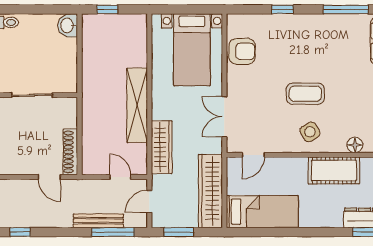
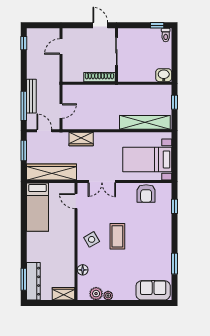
window: (283, 9) -> (174, 206), moved
window: (346, 9) -> (174, 264), width x0.69
shelving: (137, 105) -> (145, 122), moved
double door: (224, 117) -> (102, 181), swing flipped
wardrobe: (162, 147) -> (81, 139), width x0.67
shoe rack: (70, 152) -> (99, 77), moved
cot: (334, 170) -> (65, 256), removed
door: (49, 177) -> (61, 47), moved

